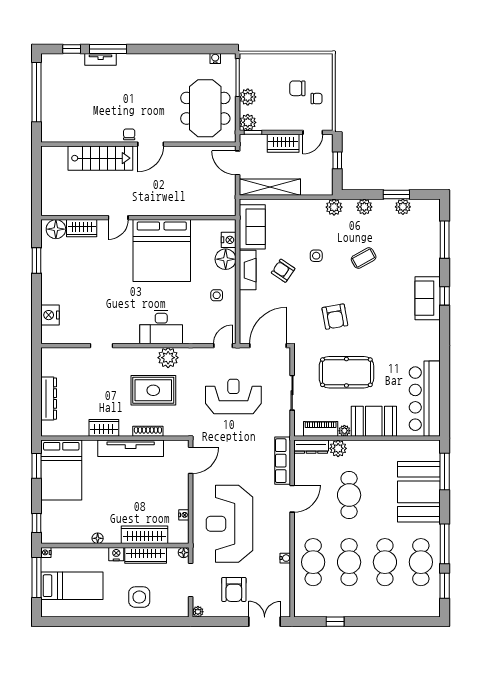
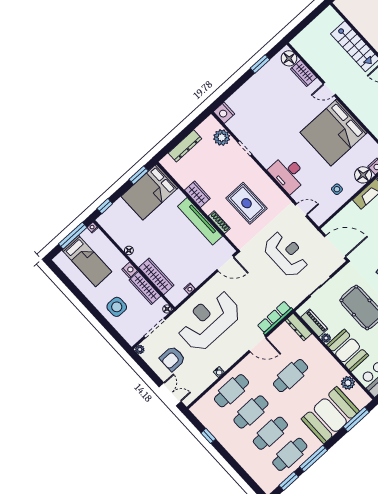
nightstand: (50, 315) -> (224, 113), moved, turned -90
door: (223, 346) -> (301, 210), moved
plant: (168, 358) -> (222, 137), moved
plant: (338, 448) -> (348, 383), moved

